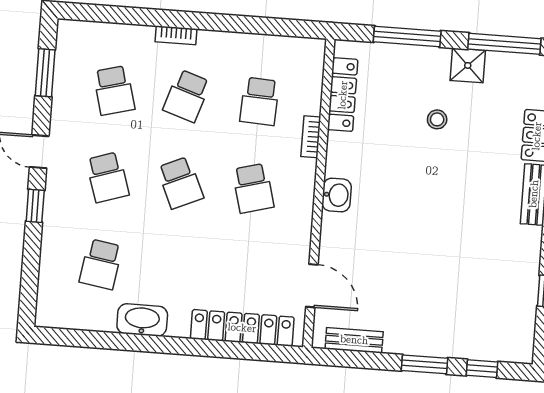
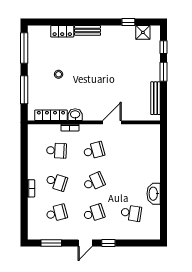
shower: (468, 65) -> (143, 32), moved
washbasin: (337, 195) -> (75, 115), moved
door: (312, 286) -> (112, 122), moved
locker: (242, 328) -> (154, 151), removed
bench: (354, 340) -> (155, 98), width x1.36

